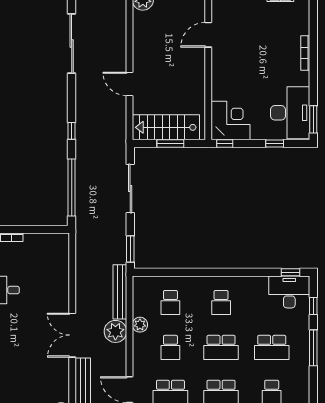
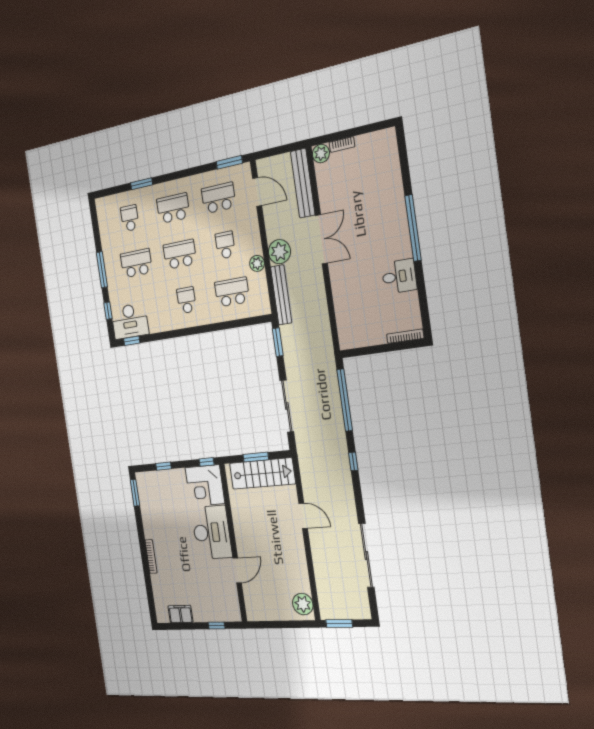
desk: (290, 113) -> (212, 532), moved, turned 180
school desk: (170, 303) -> (232, 292), width x1.85

